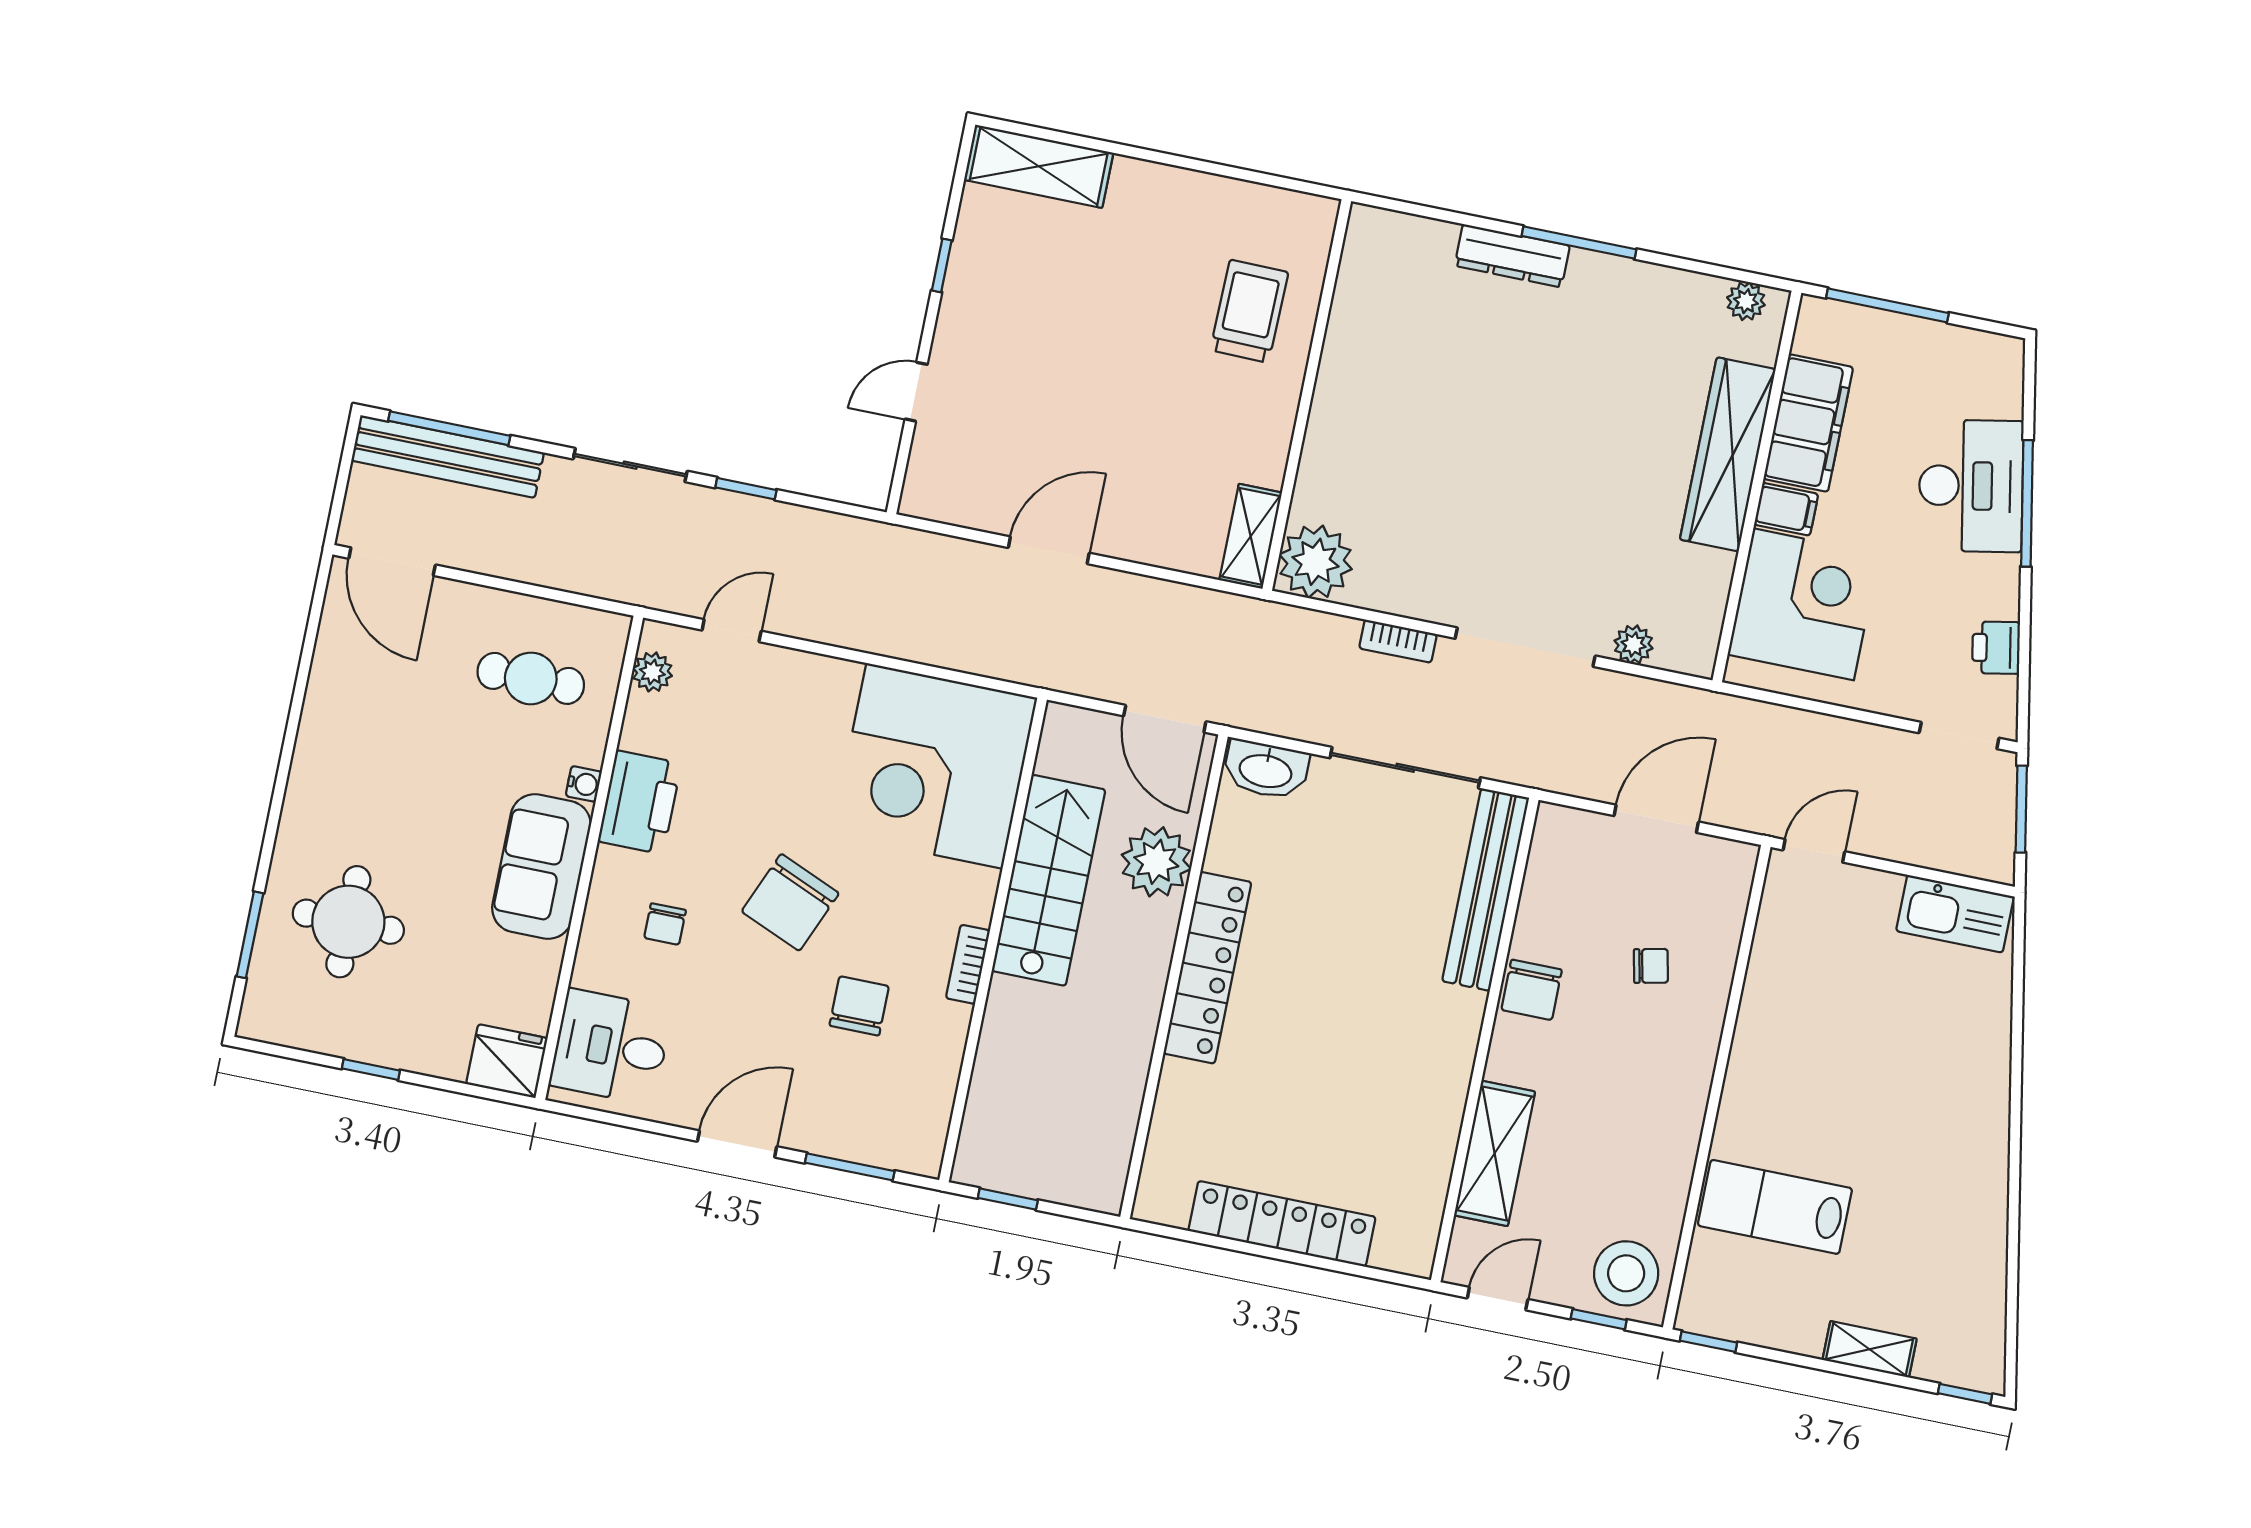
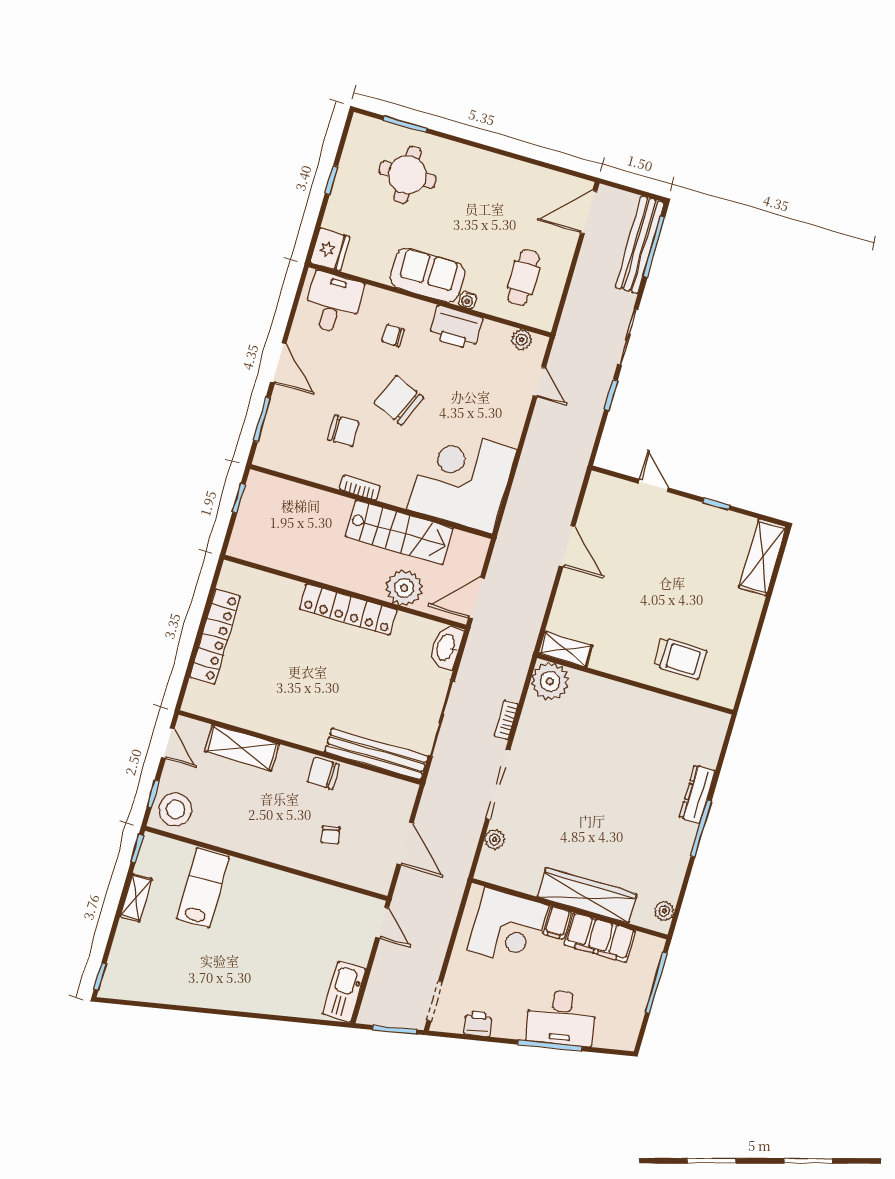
shelving: (1870, 1349) -> (136, 898), moved

